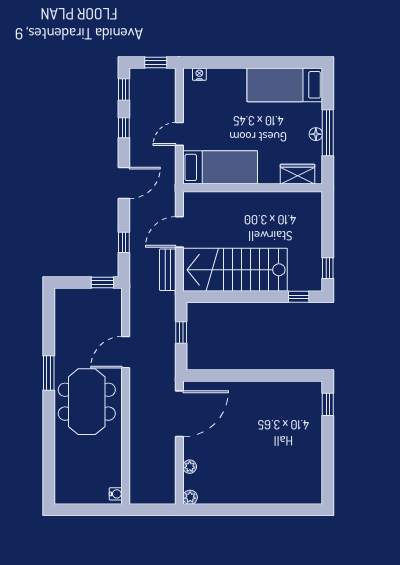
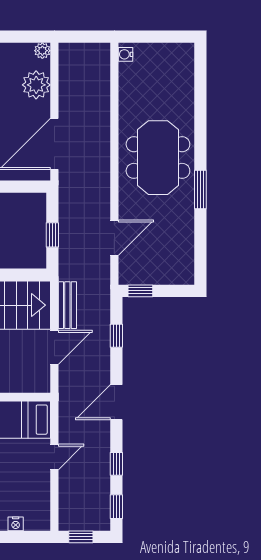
nightstand: (199, 74) -> (16, 524), moved
door: (126, 352) -> (114, 238), moved
plant: (190, 467) -> (36, 85), width x1.87, depth x1.87

